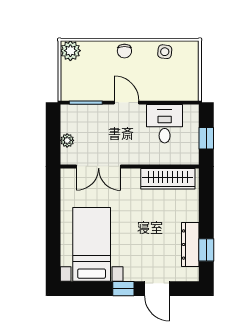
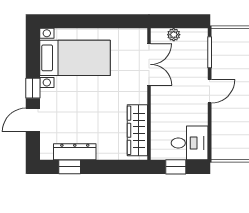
desk: (165, 124) -> (190, 143), moved
double door: (99, 166) -> (149, 64), swing flipped

